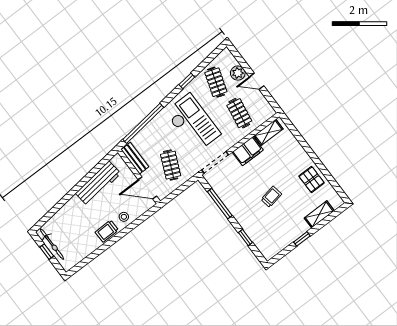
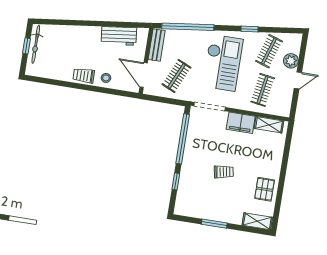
door: (257, 81) -> (298, 80), swing flipped
workbench: (98, 183) -> (119, 36), width x0.73
window: (220, 204) -> (183, 139), width x1.46
shelving: (319, 214) -> (257, 221), moved
window: (302, 239) -> (214, 224), width x1.50

